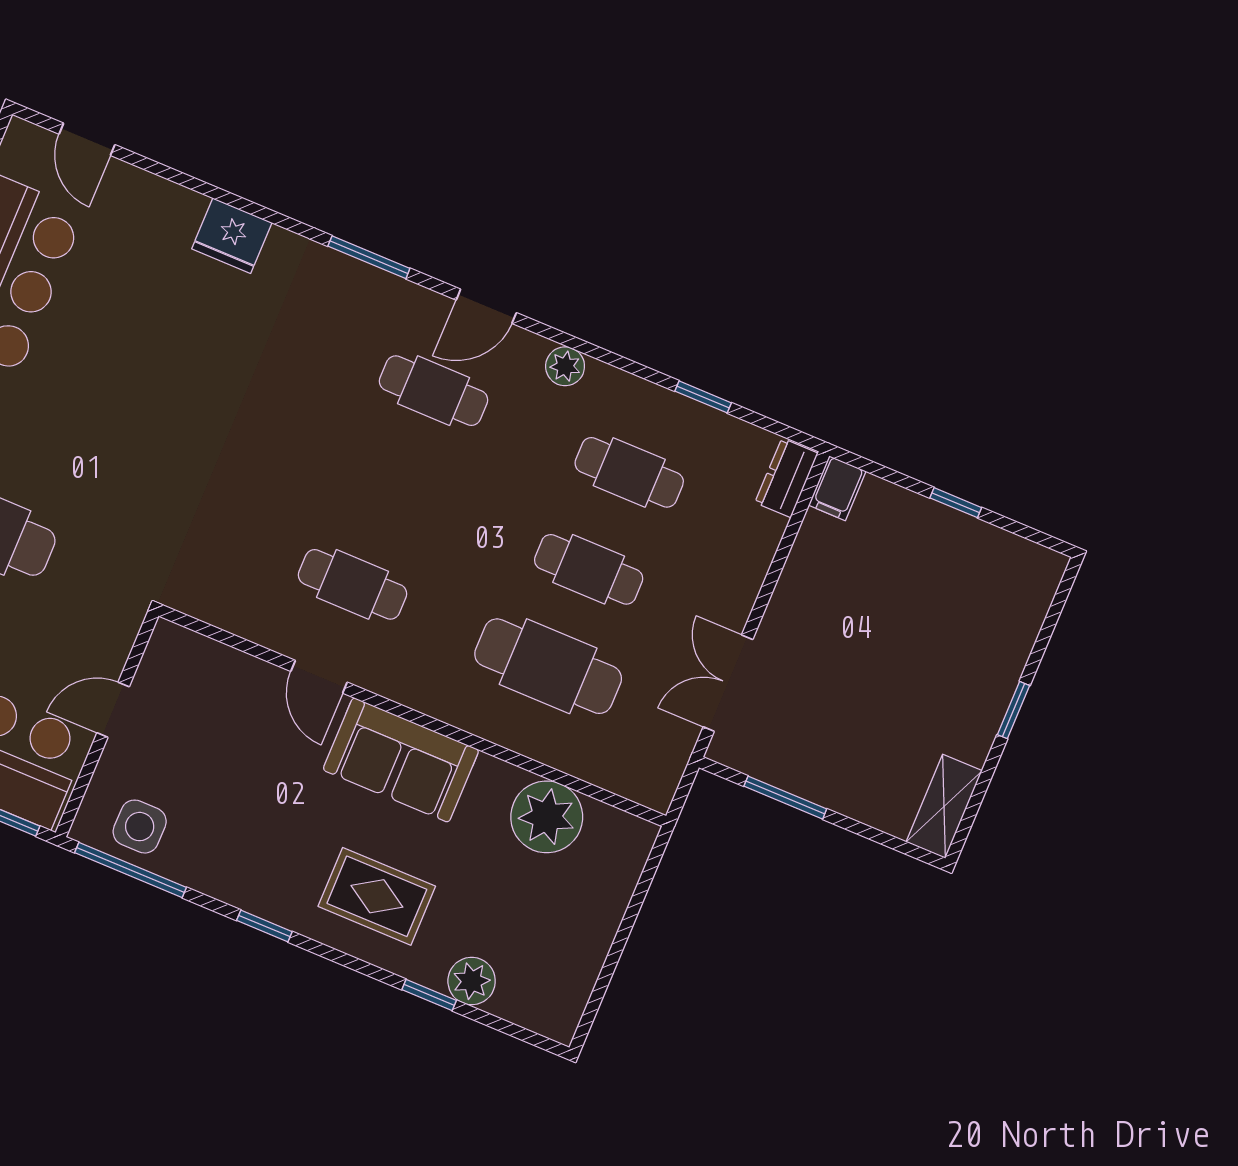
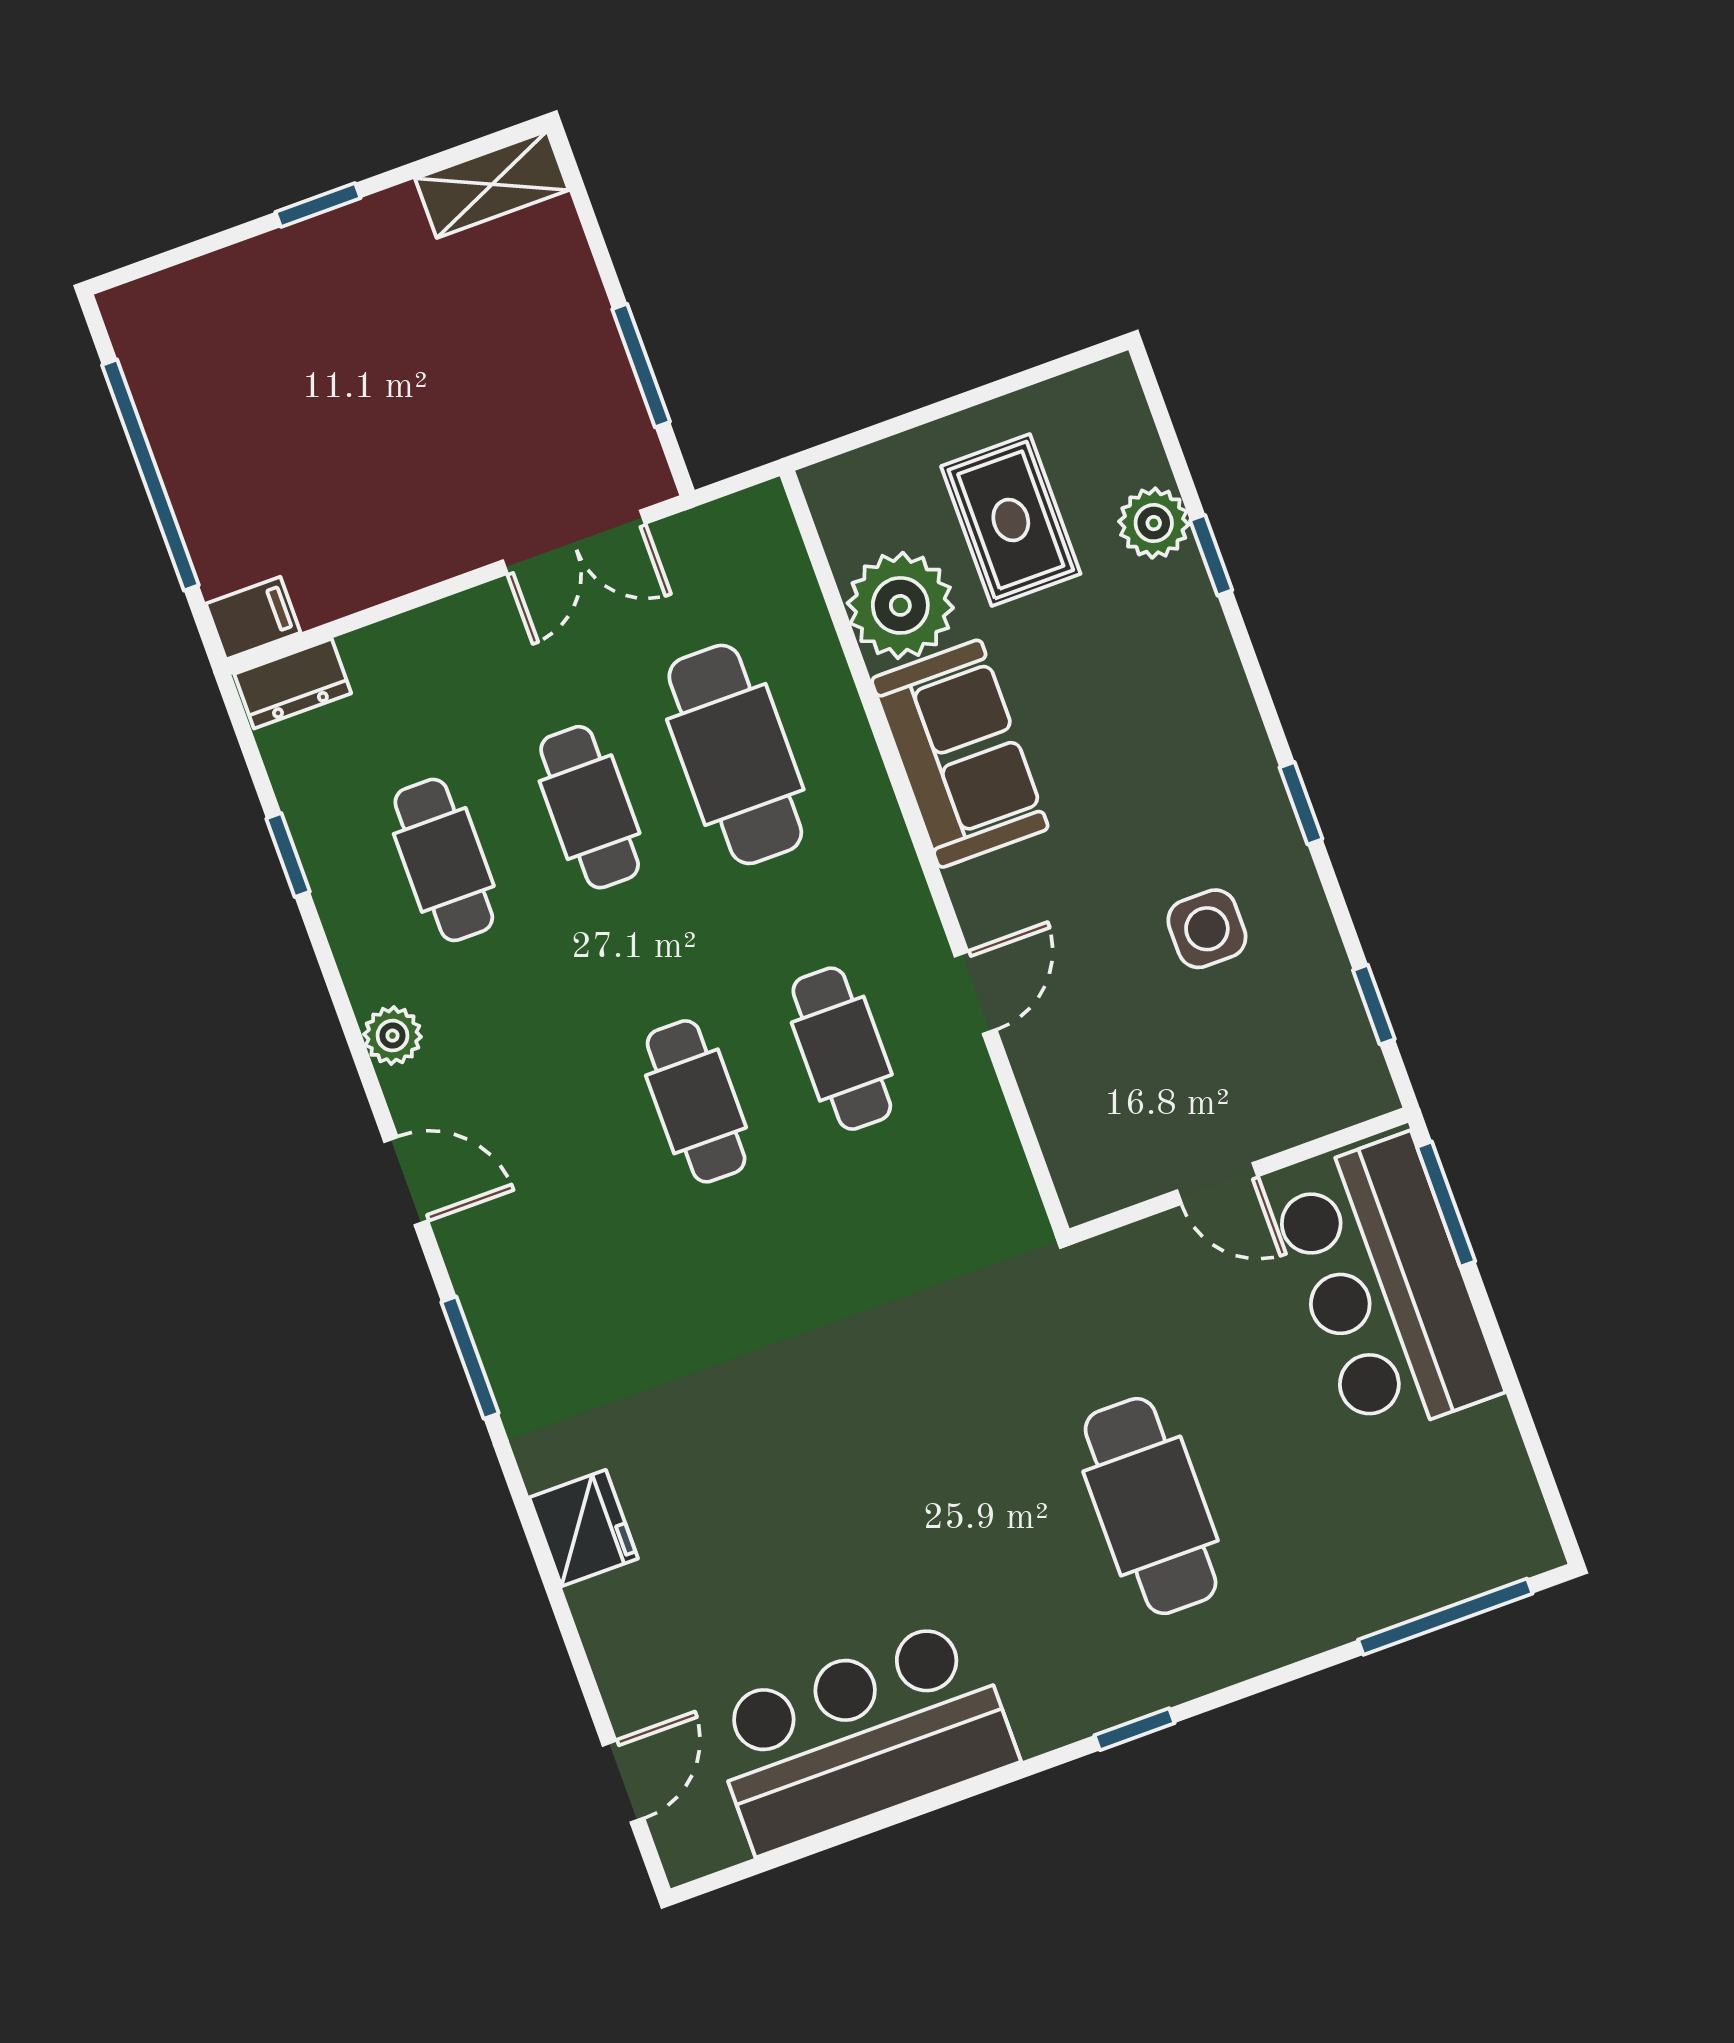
cafe table: (434, 391) -> (696, 1101), moved
window: (956, 503) -> (150, 475), width x3.17
sofa: (401, 760) -> (960, 754), moved
side table: (140, 827) -> (1207, 929), moved
window: (130, 870) -> (1374, 1005), width x0.46
rug: (377, 896) -> (1011, 520), moved

